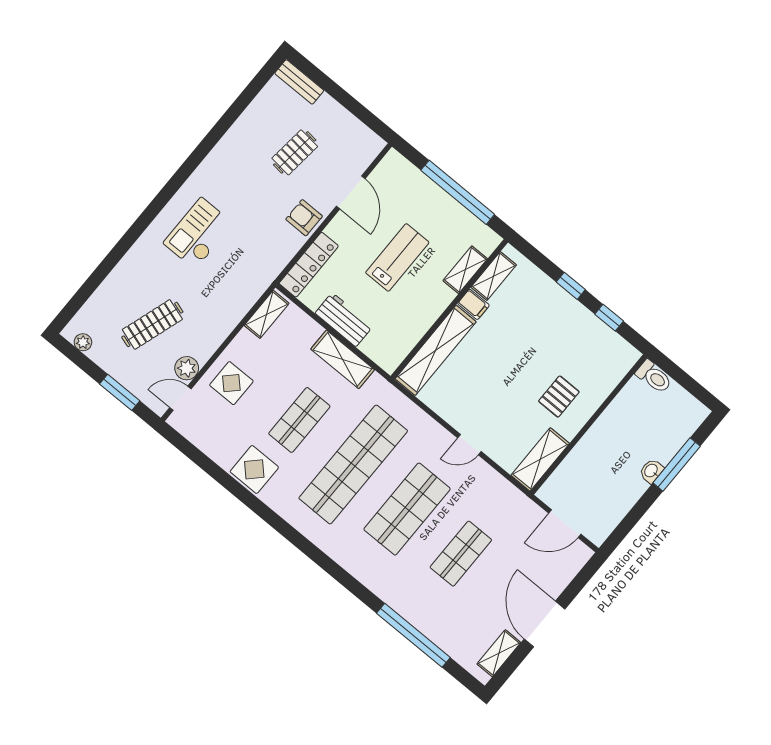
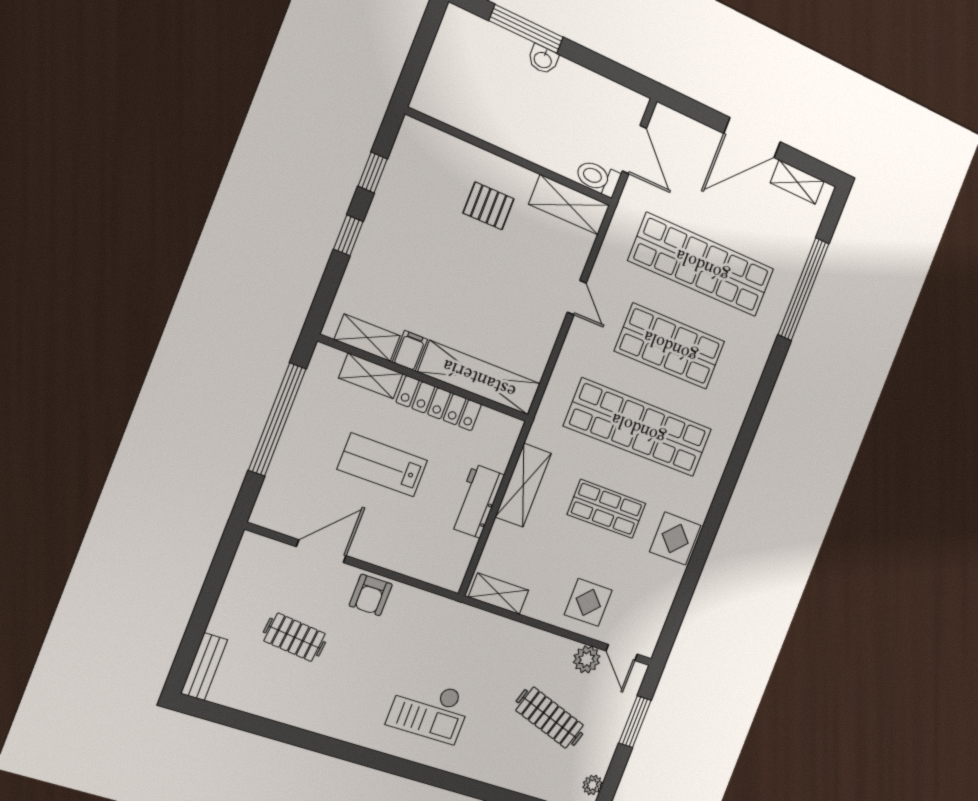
locker: (309, 265) -> (439, 403), moved, turned 180
toilet: (654, 377) -> (598, 178), moved, turned -90
shop shelf: (461, 554) -> (702, 265), width x2.00, depth x1.36

